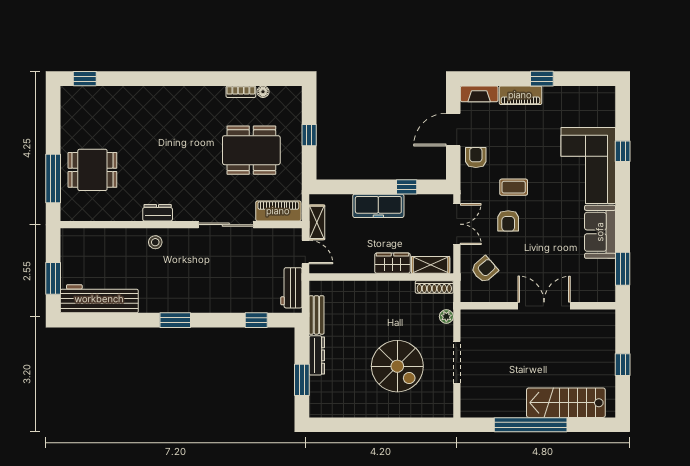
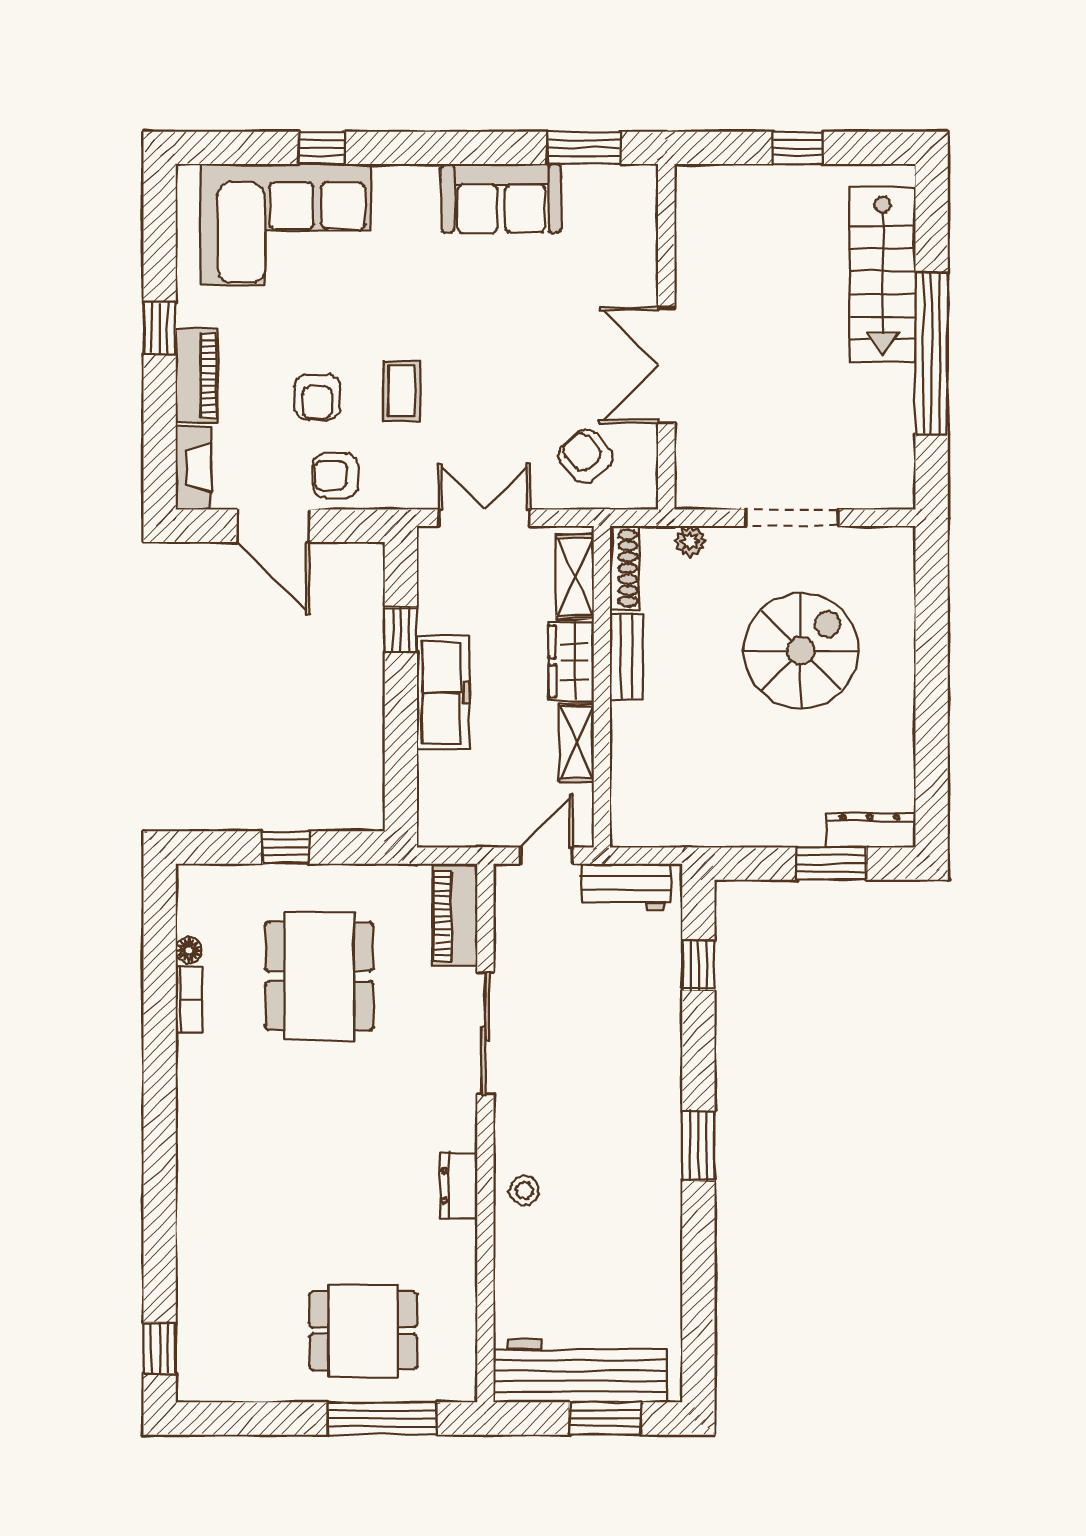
corner sofa: (588, 166) -> (286, 225), moved
dining table: (92, 170) -> (363, 1331), turned 90
armchair: (508, 221) -> (317, 397), moved, turned 90
shelving: (317, 222) -> (576, 743), moved, turned 90
workbench: (99, 299) -> (580, 1371), moved, turned 90
double door: (544, 306) -> (666, 365), moved
bench: (316, 315) -> (626, 657), moved, turned 90
dresser: (317, 355) -> (870, 830), moved

